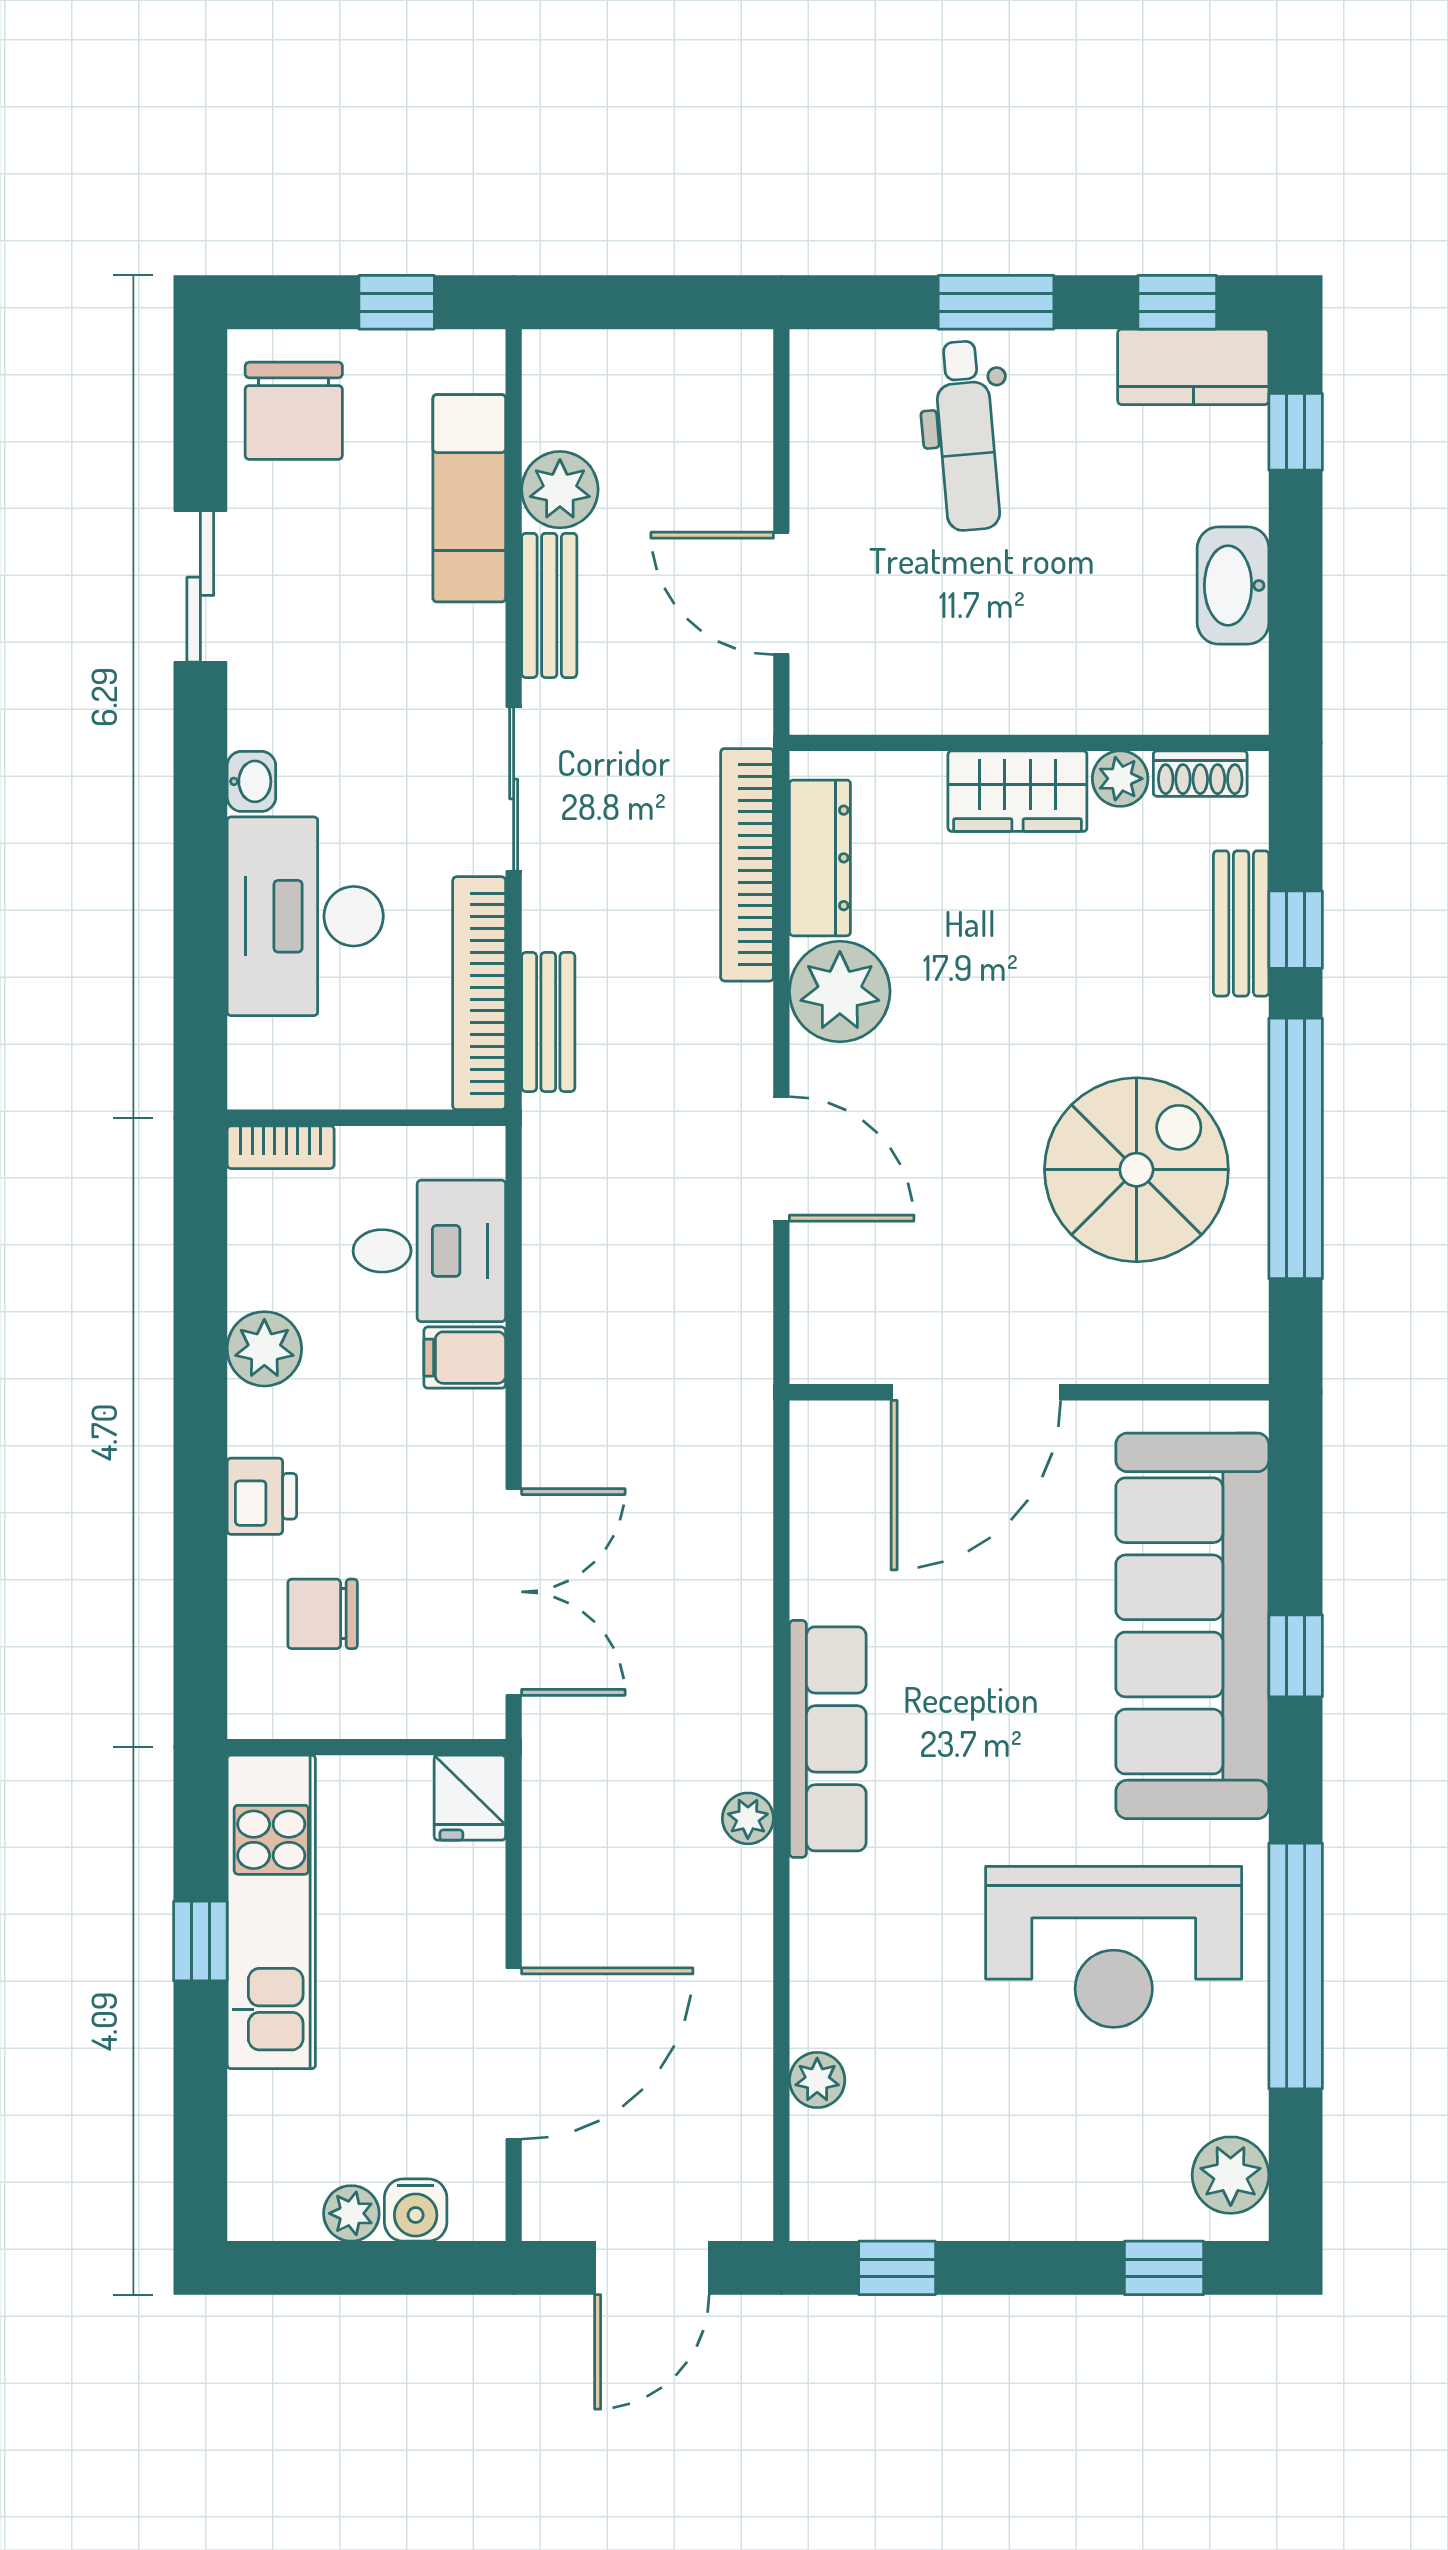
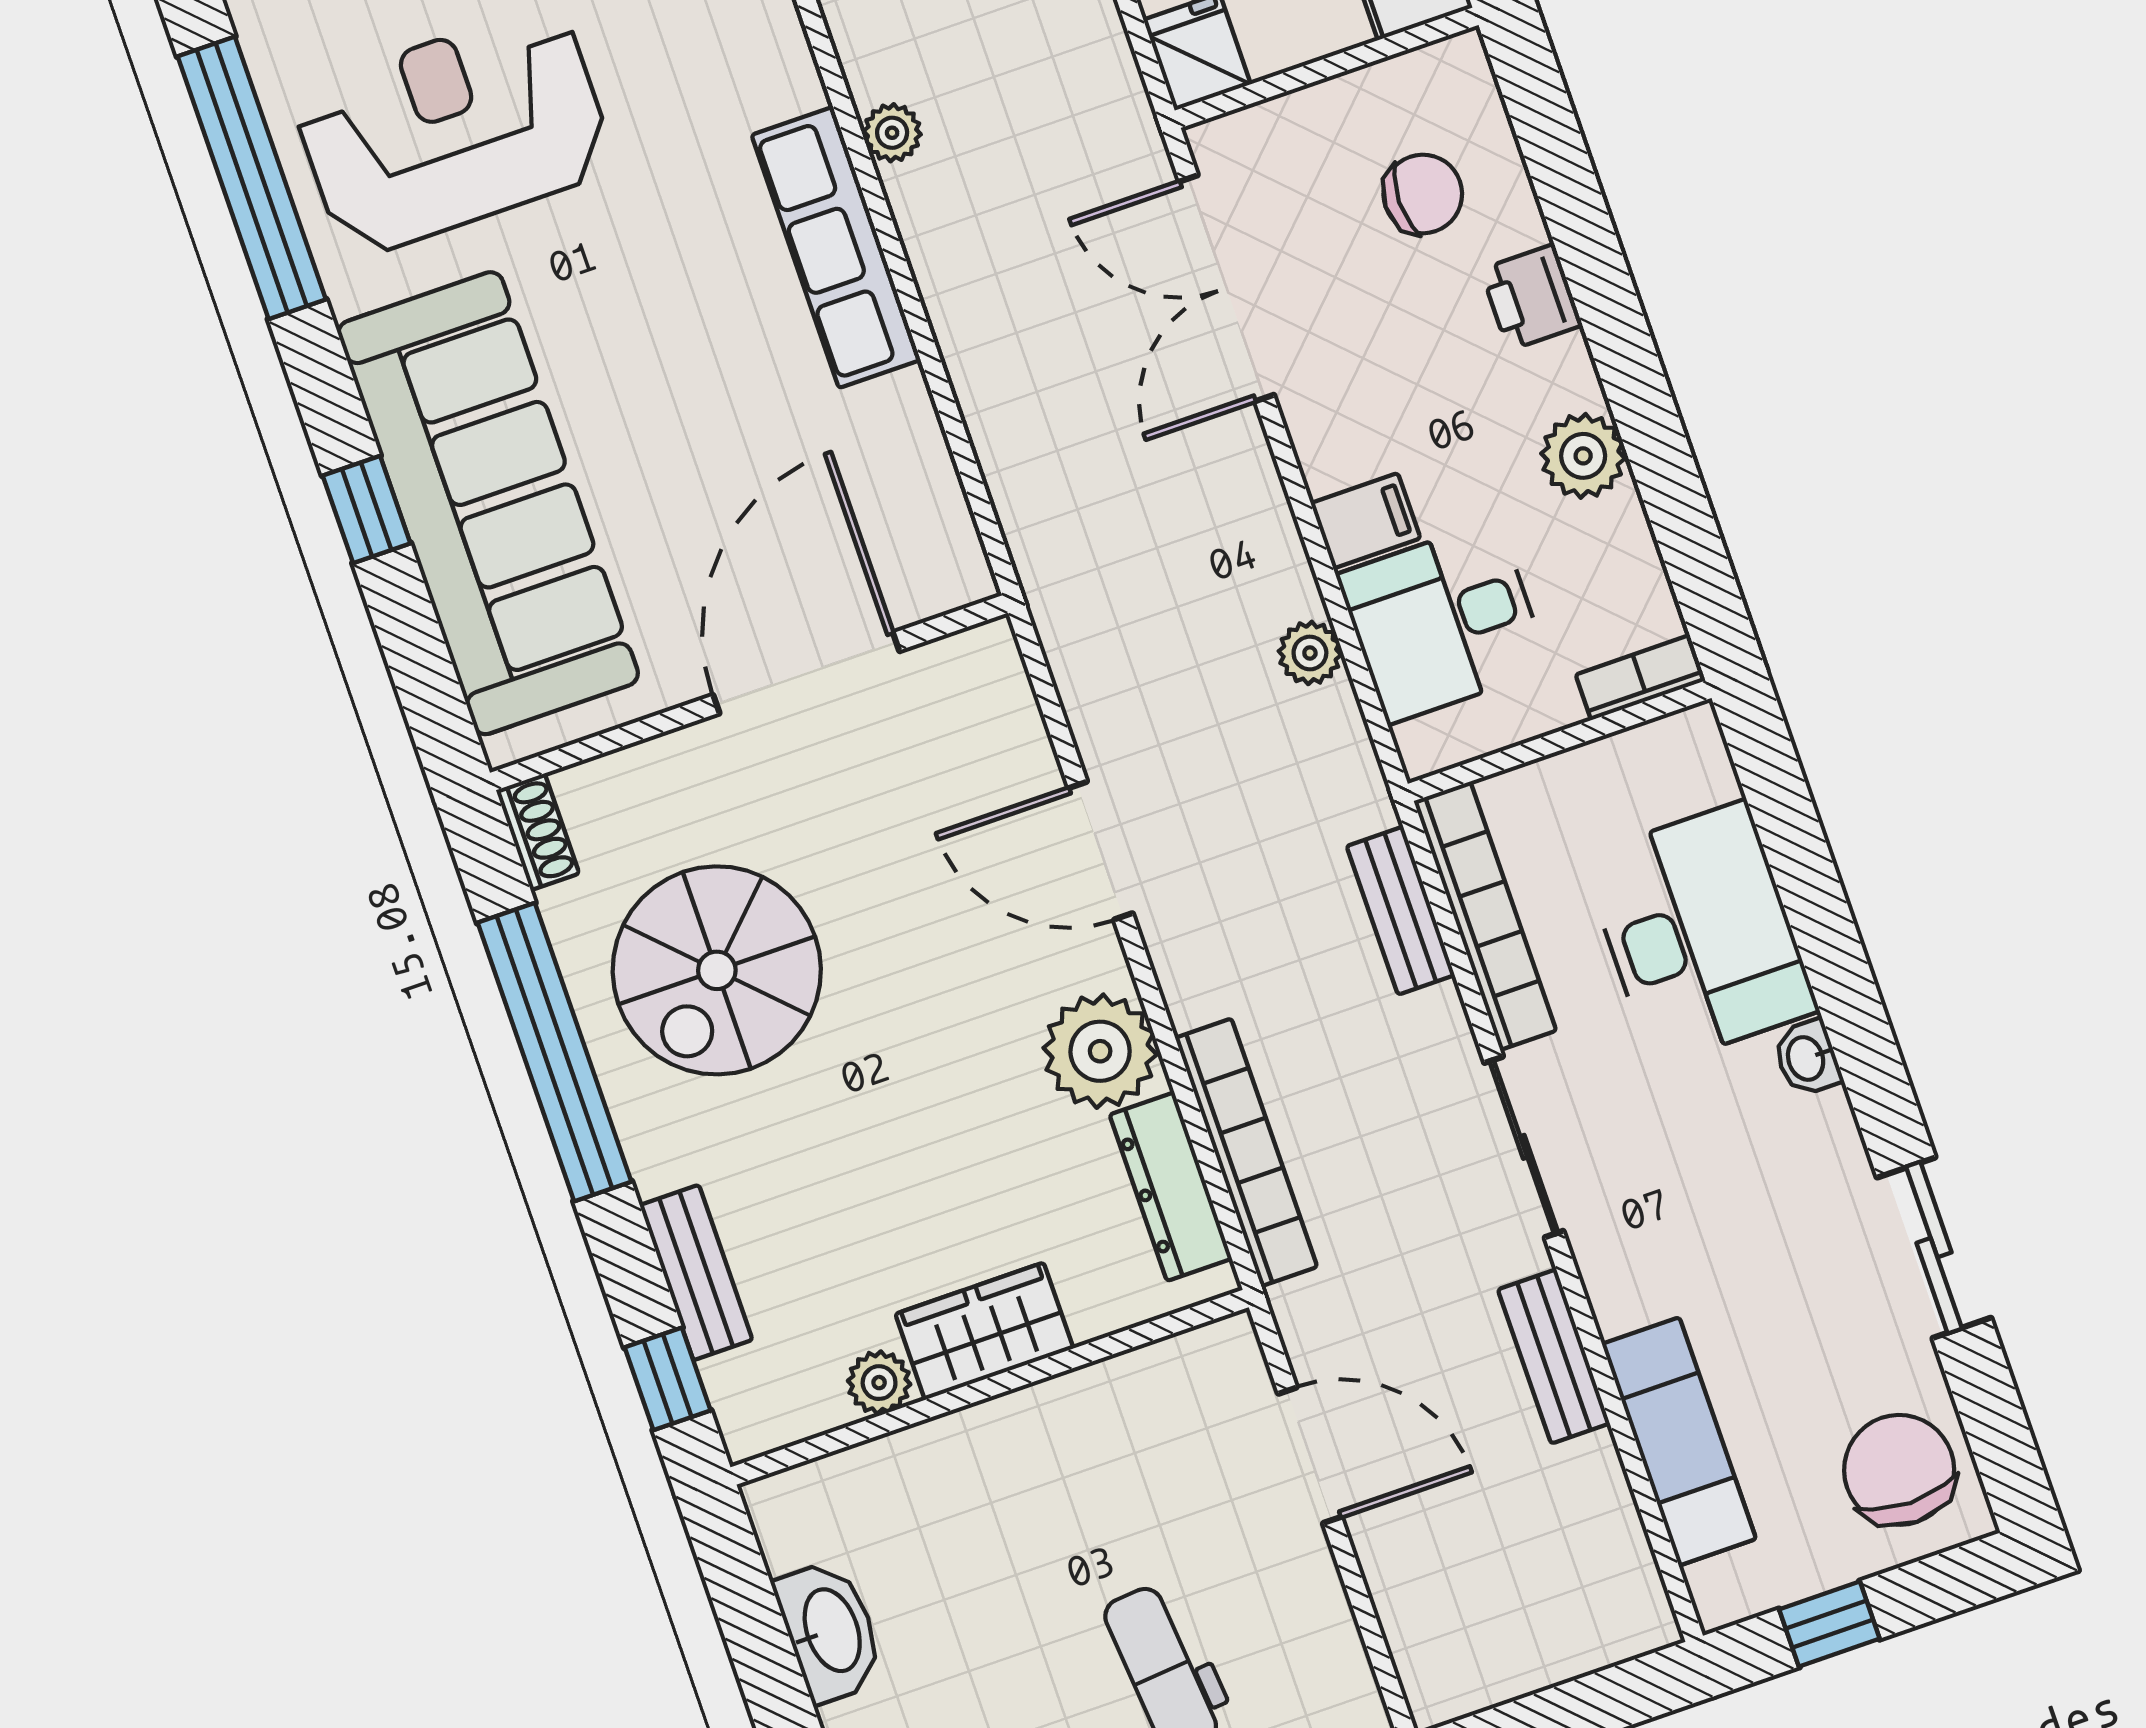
plant: (560, 490) -> (1310, 653), moved, width x0.73, depth x0.73
shoe rack: (1200, 774) -> (538, 832), moved, turned 90
window: (1296, 930) -> (668, 1379), moved

